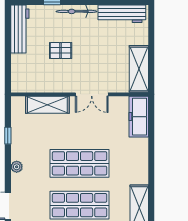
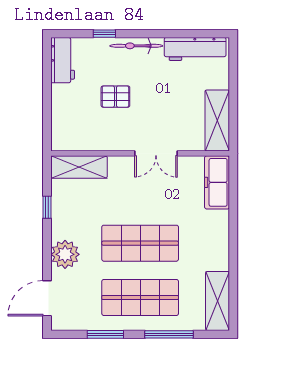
workbench: (20, 29) -> (63, 60), width x0.73
shelving: (47, 105) -> (79, 167), moved
plant: (17, 167) -> (65, 254), width x1.87, depth x1.87

